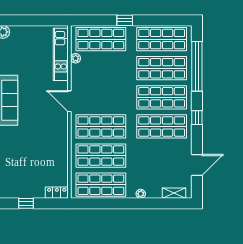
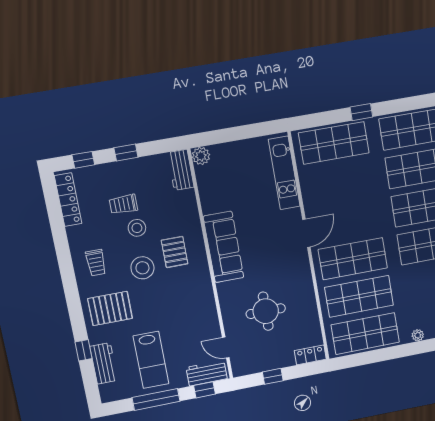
plant: (76, 58) -> (305, 175), removed
door: (69, 101) -> (306, 233), swing flipped
round table: (29, 153) -> (266, 311), added

